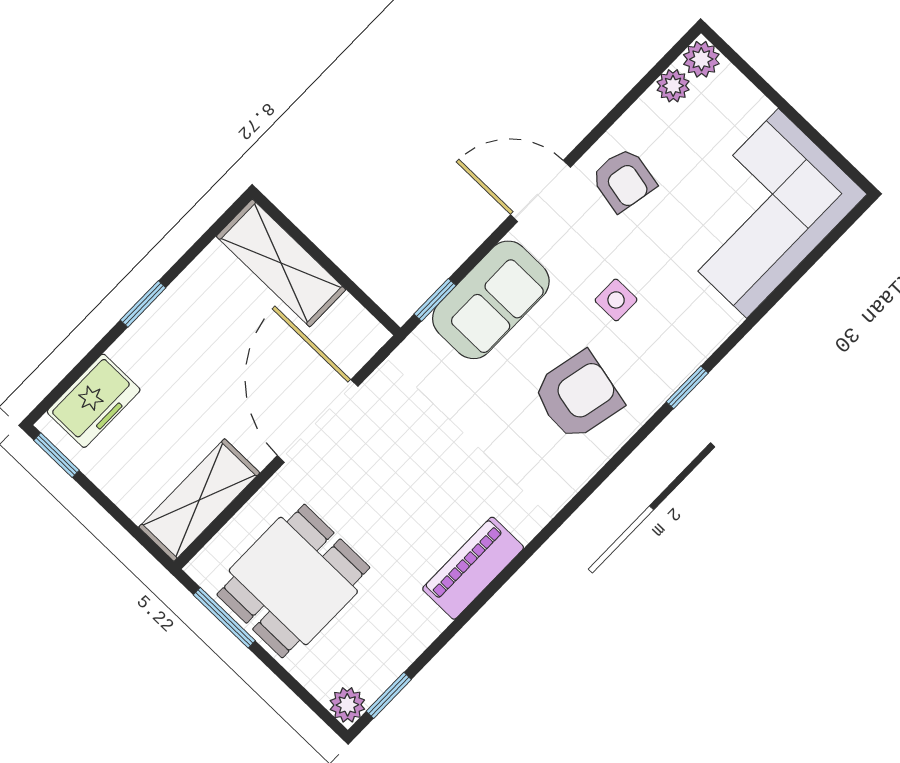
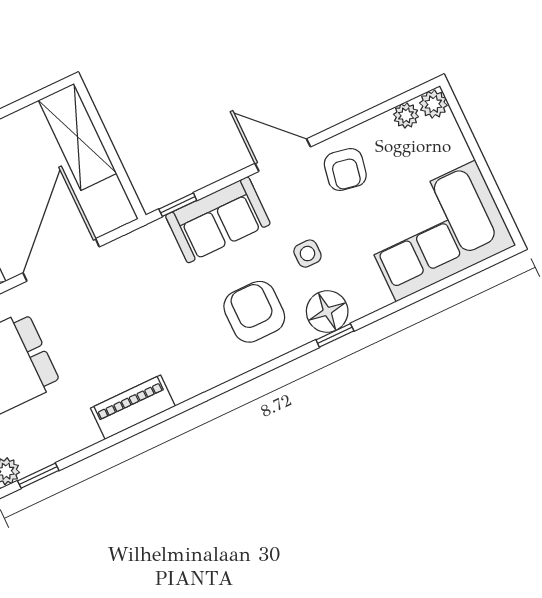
floor lamp: (667, 362) -> (327, 312), added
armchair: (578, 396) -> (254, 312), turned -102

